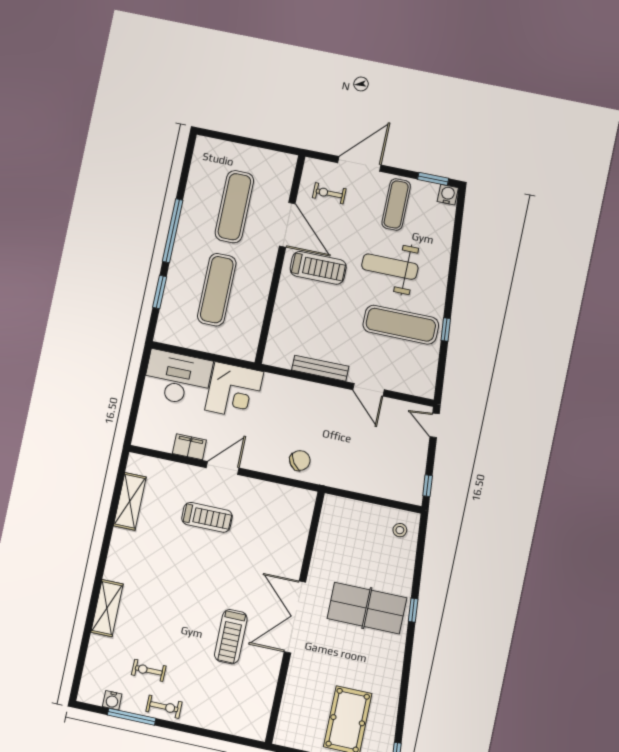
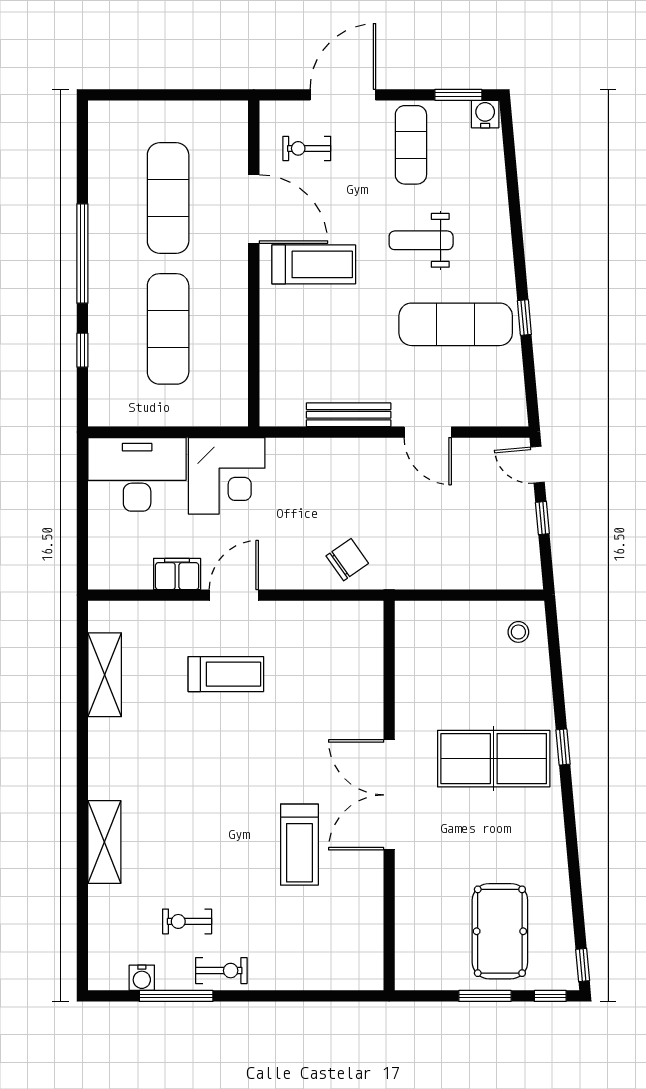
weight bench: (390, 267) -> (421, 240), width x0.73, depth x0.75
window: (160, 292) -> (82, 350), width x0.67
window: (428, 486) -> (542, 518), moved

